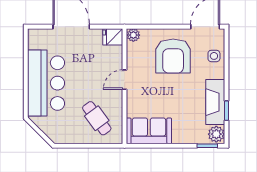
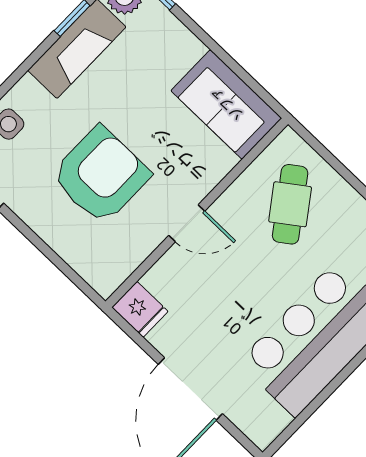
plant: (133, 35) -> (105, 281), removed
armchair: (173, 56) -> (101, 175), moved

